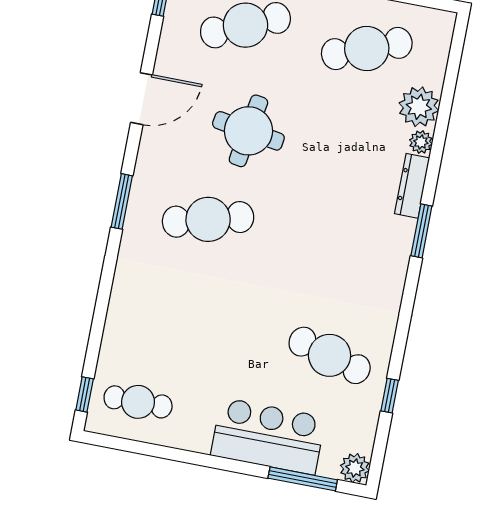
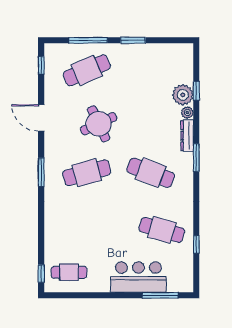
cafe table: (367, 49) -> (151, 173), moved, turned 42
door: (142, 99) -> (41, 118), swing flipped
window: (446, 104) -> (196, 91), added
round table: (248, 131) -> (99, 124), turned -34
plant: (355, 468) -> (186, 285), removed

